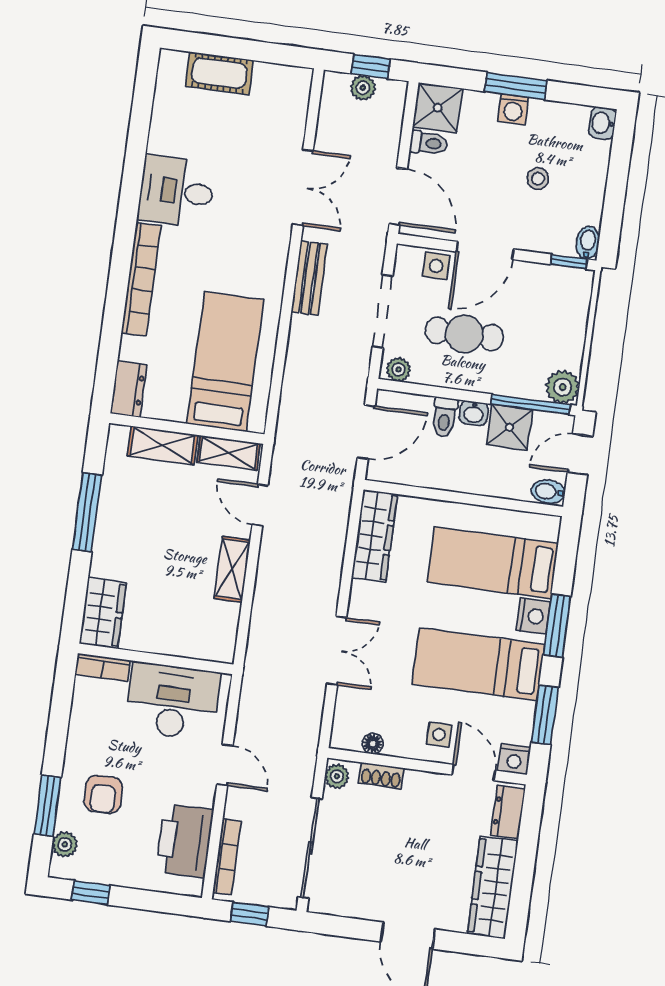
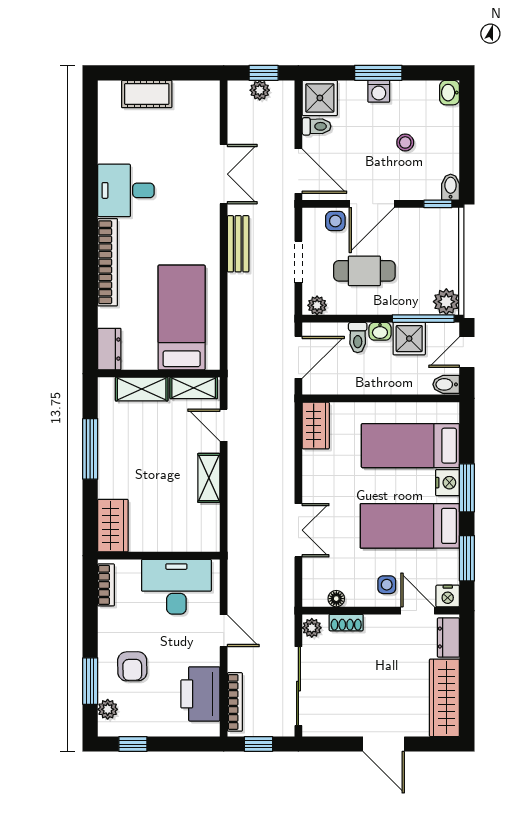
doorway: (383, 311) -> (298, 262), width x0.73
wardrobe: (374, 536) -> (316, 426), width x0.67
bookcase: (103, 667) -> (106, 585), moved, turned -90

